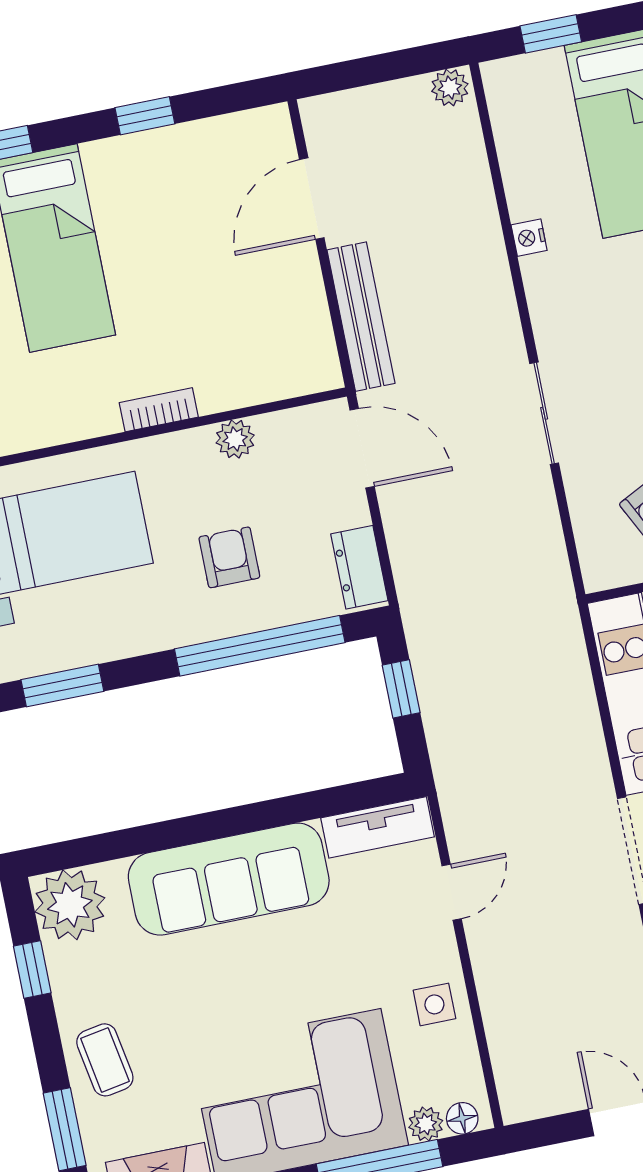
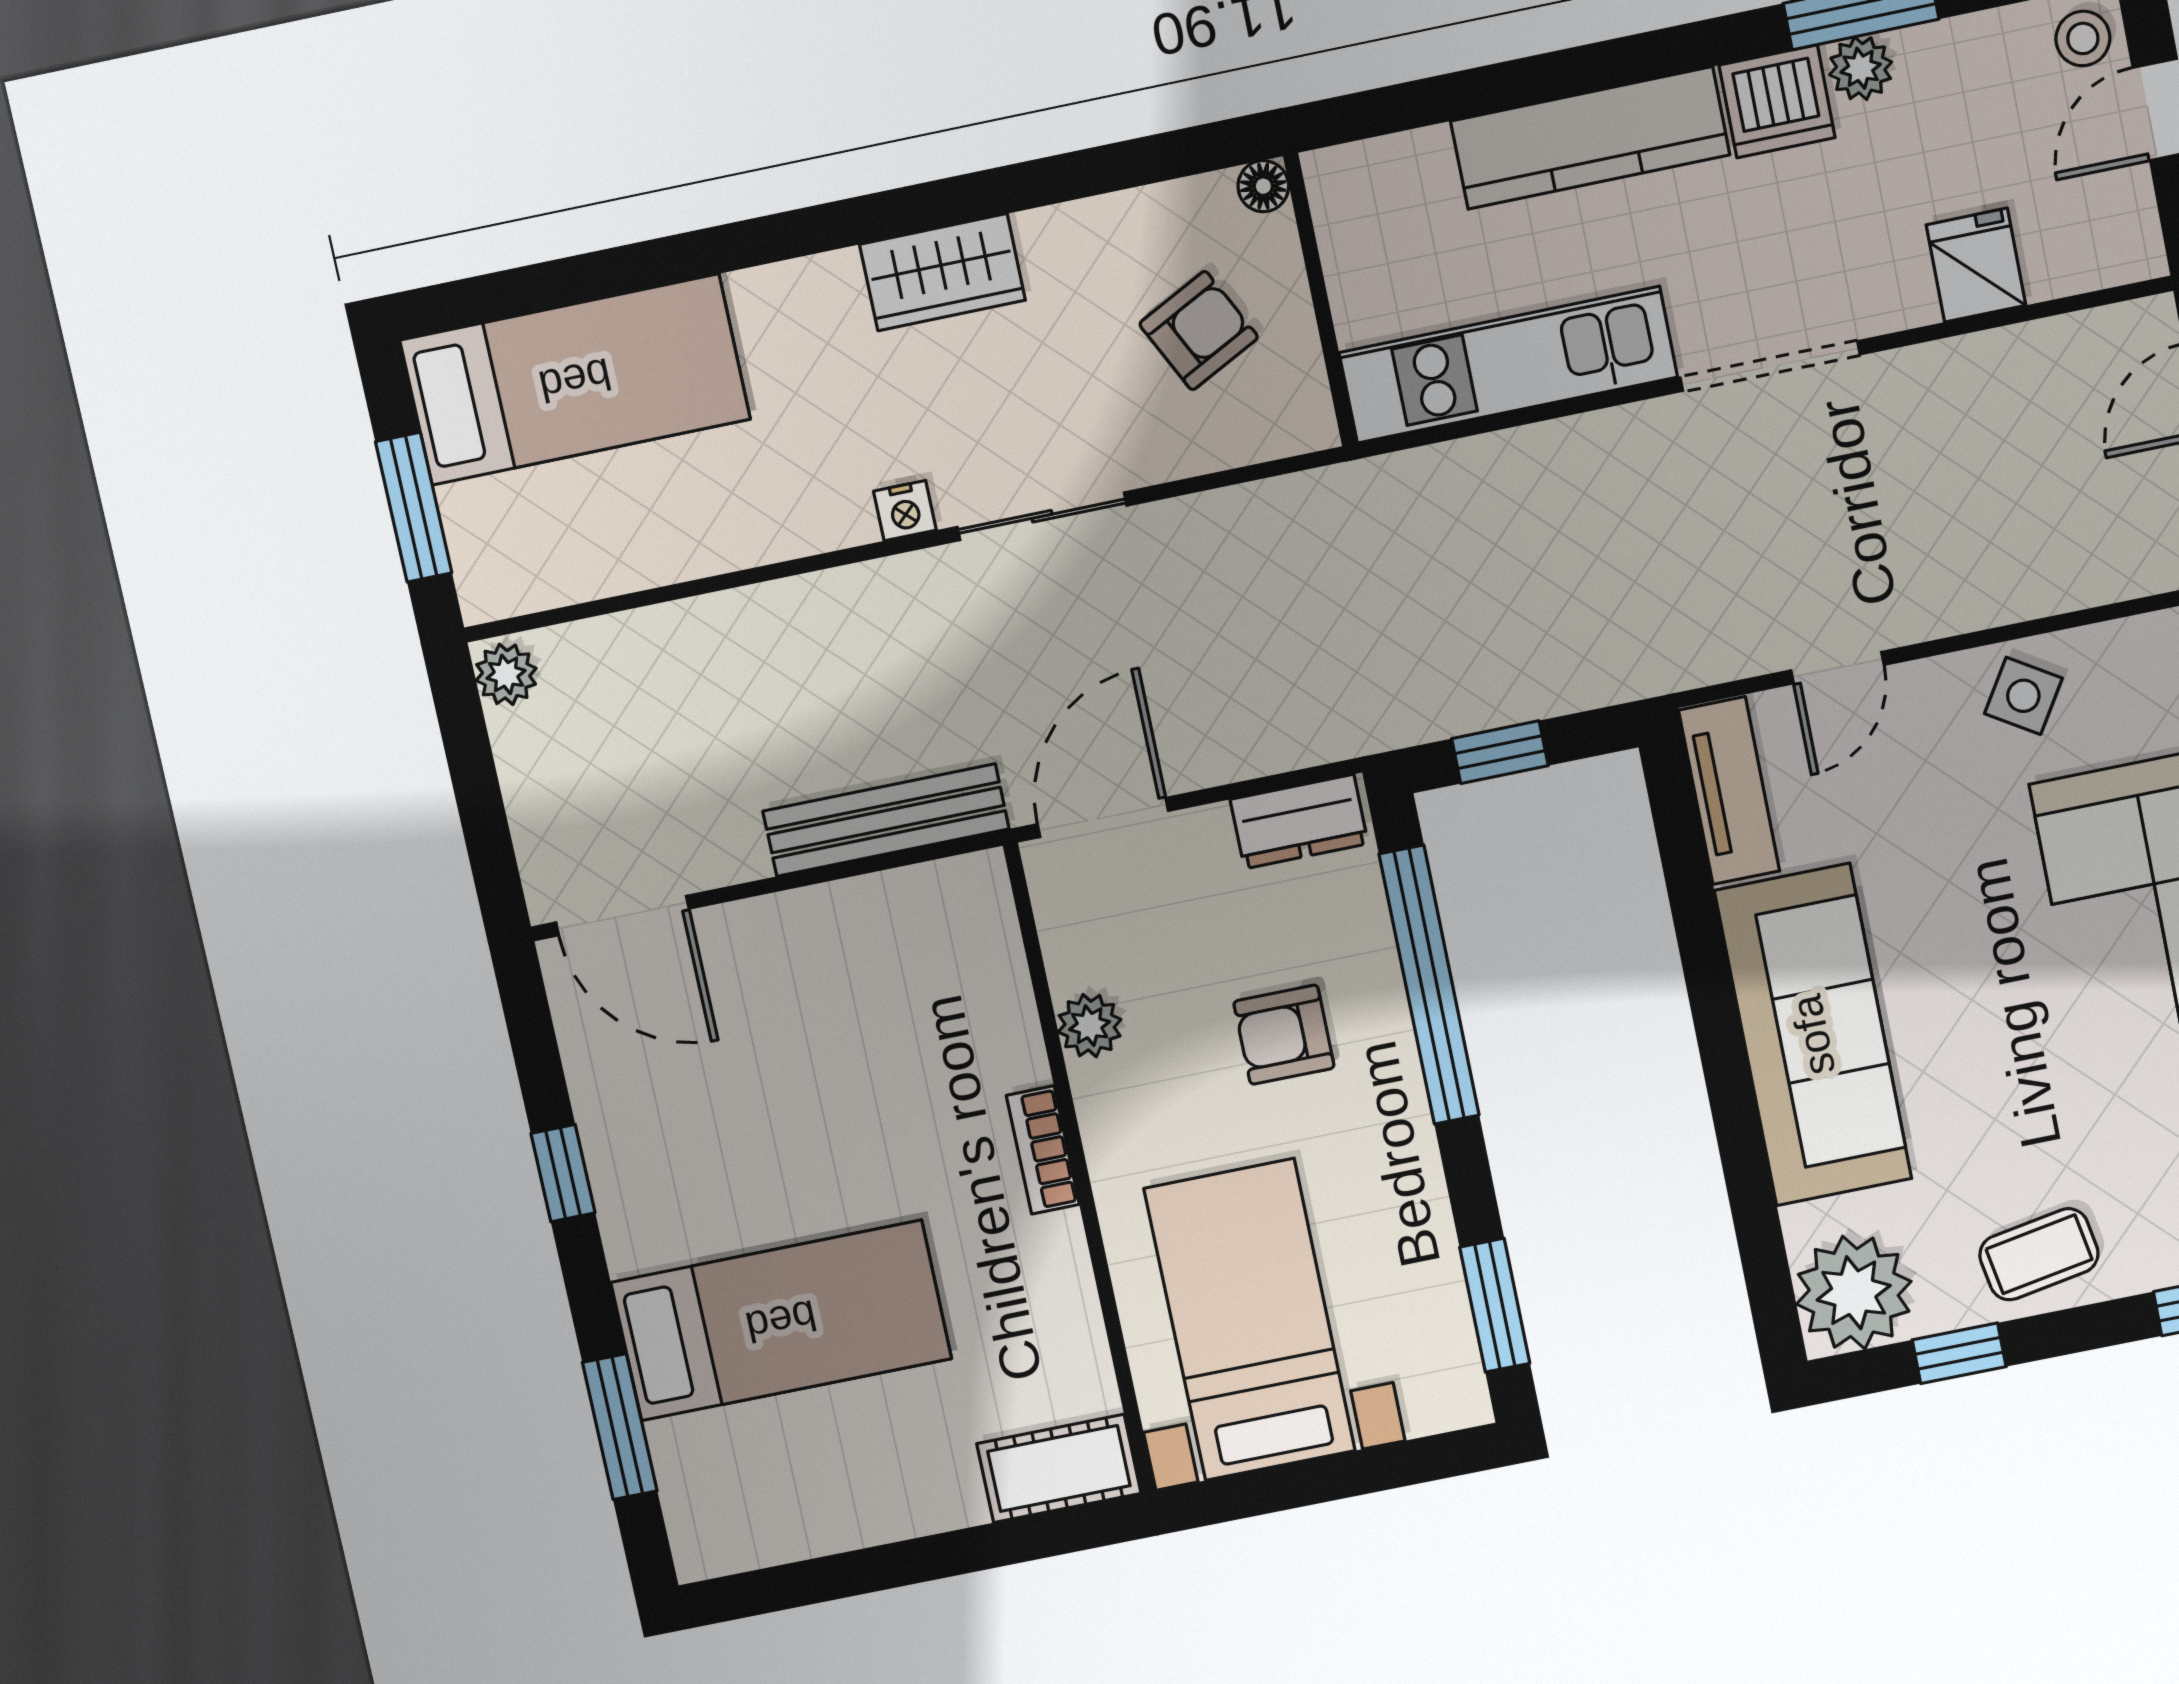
window: (551, 34) -> (414, 507), width x1.50
door: (312, 199) -> (622, 916), moved
nightstand: (529, 238) -> (905, 511), moved
door: (452, 892) -> (1837, 668), swing flipped
side table: (434, 1004) -> (2023, 696), turned 32
coffee table: (105, 1060) -> (2039, 1254), moved

